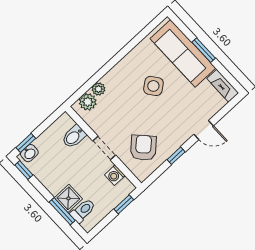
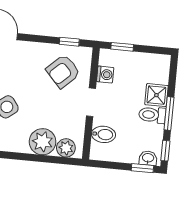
plant: (98, 89) -> (43, 142), width x1.88, depth x1.88
window: (176, 156) -> (69, 42), moved
window: (62, 211) -> (169, 114), moved
toilet: (83, 211) -> (152, 115), moved

